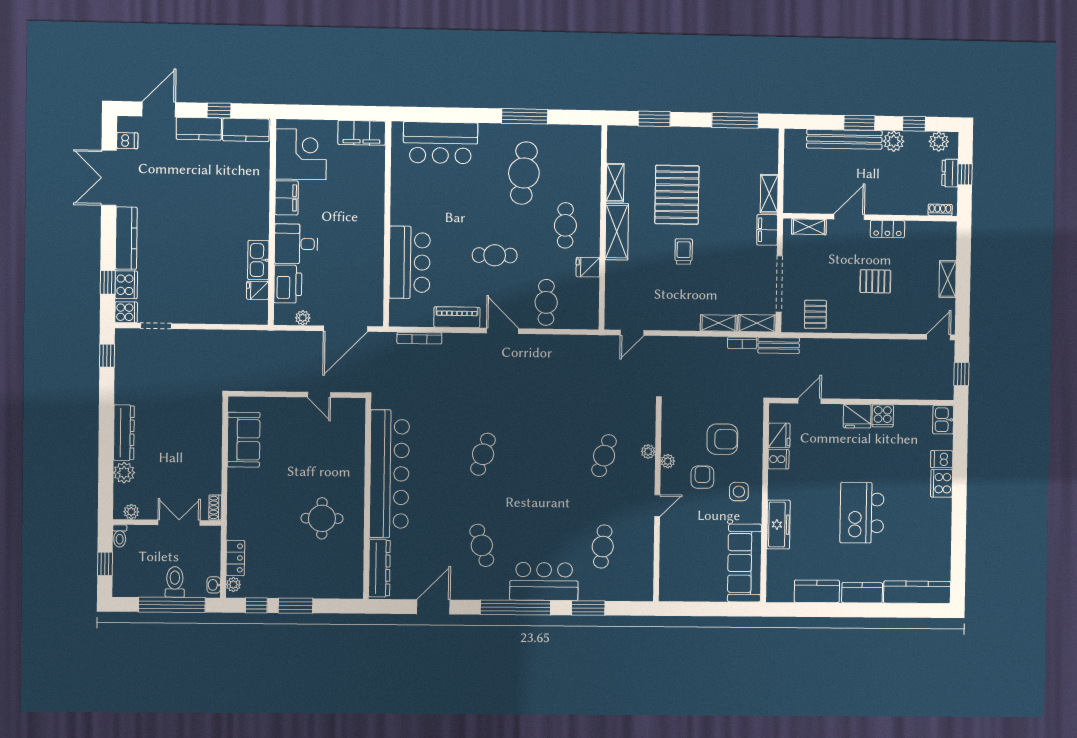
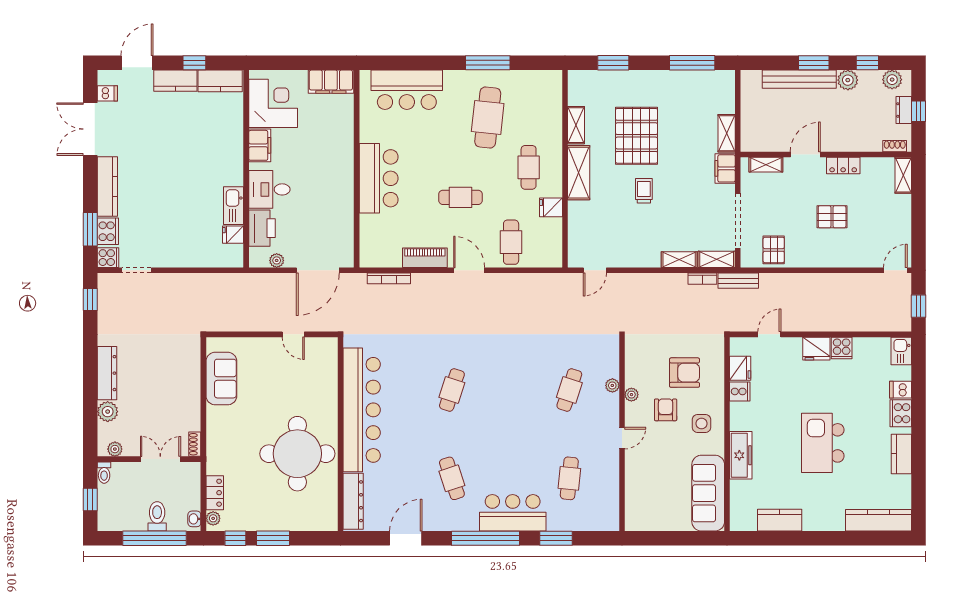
bar counter: (410, 262) -> (379, 178), moved
shelving: (948, 279) -> (903, 175), moved
window: (108, 282) -> (90, 229), width x1.50
round table: (322, 518) -> (297, 454), width x1.86, depth x1.86
kitchen counter: (862, 593) -> (901, 454), moved, turned -90

